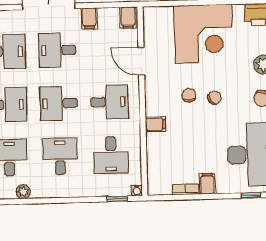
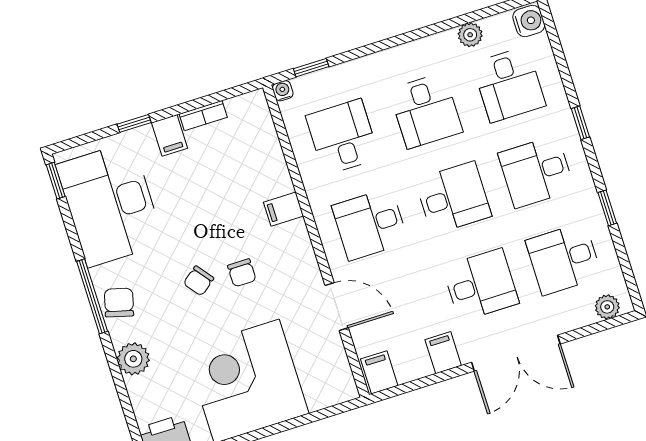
window: (251, 195) -> (134, 123), moved

